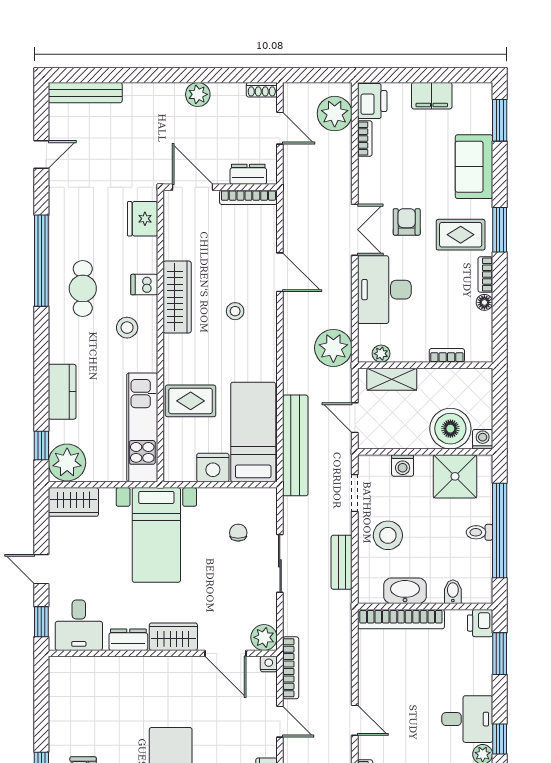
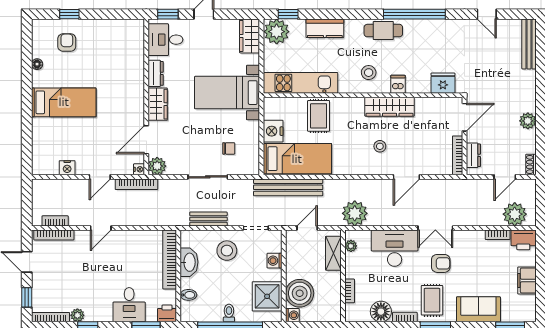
cafe table: (83, 288) -> (383, 31), moved
floor lamp: (484, 302) -> (381, 312), width x1.89, depth x1.89
desk: (467, 719) -> (129, 305), moved

